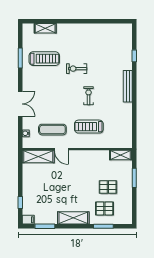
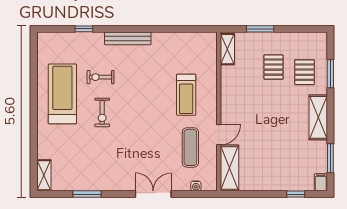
shelving: (45, 28) -> (44, 175), moved
treadmill: (44, 59) -> (62, 94), moved, width x1.37, depth x1.38
exercise bike: (89, 96) -> (101, 77), moved

